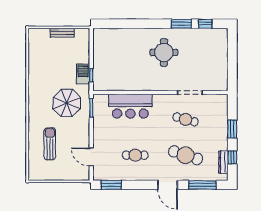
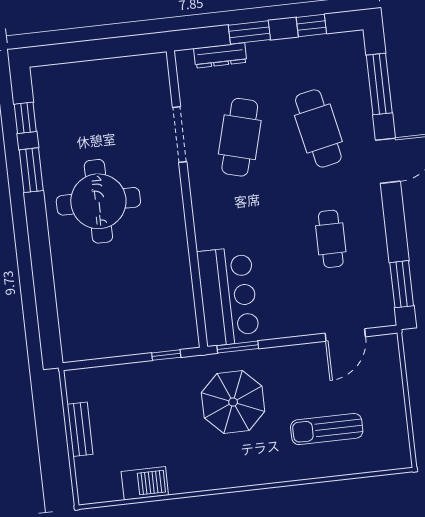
round table: (164, 52) -> (98, 201), width x1.36, depth x1.36
barbecue: (83, 74) -> (145, 483), moved, turned 180
bar counter: (130, 106) -> (228, 296), moved
cafe table: (186, 119) -> (240, 137), width x1.37, depth x1.35
cafe table: (186, 155) -> (318, 128), turned -30
dresser: (223, 162) -> (220, 55), moved

